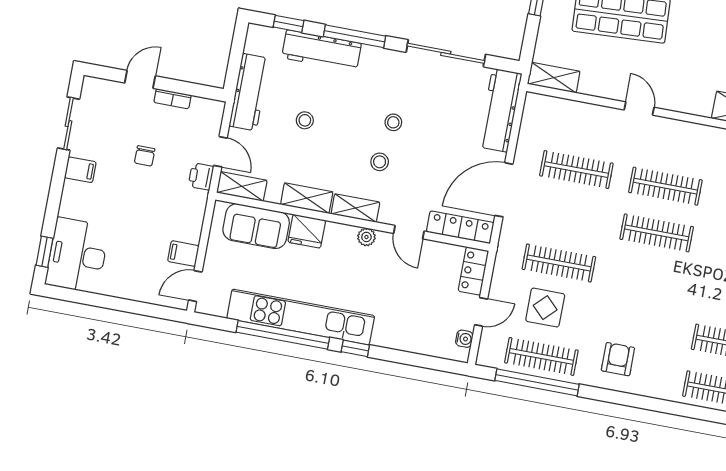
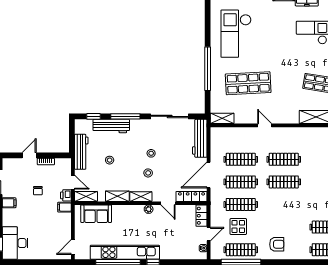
clothes rail: (568, 216) -> (241, 182), added
fridge: (307, 231) -> (120, 212), removed
filing cabinet: (183, 254) -> (65, 207), moved
armchair: (618, 359) -> (277, 244), turned 90

